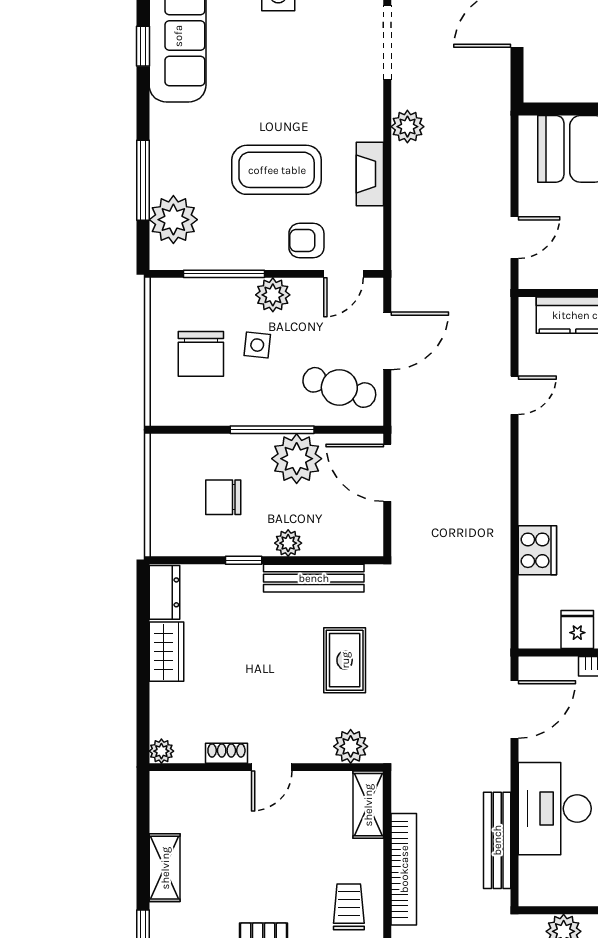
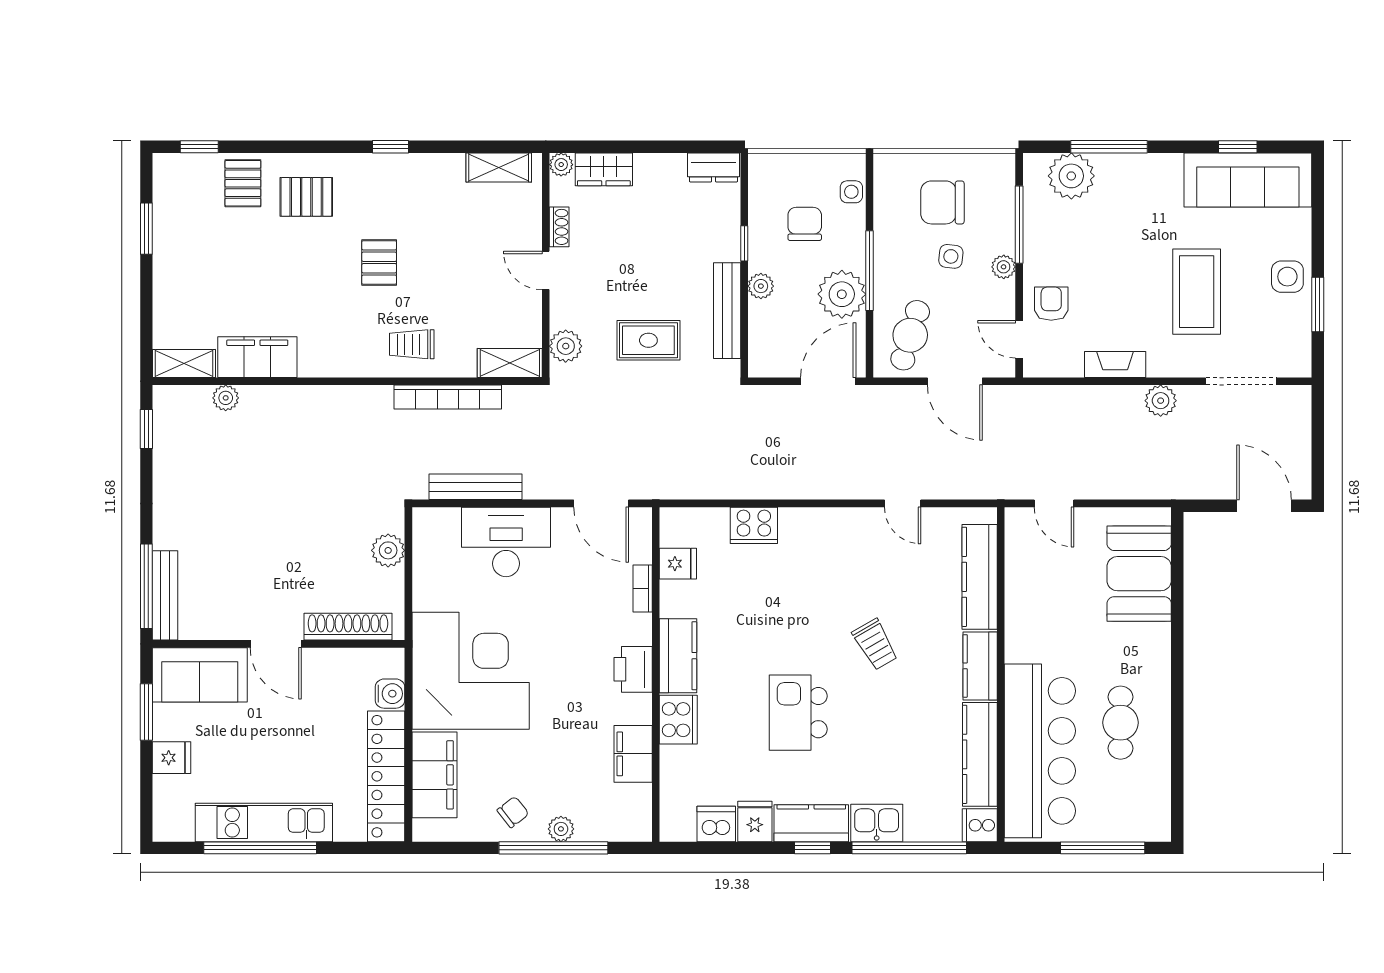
coffee table: (277, 170) -> (1197, 292), moved
plant: (273, 295) -> (1004, 267), width x0.73, depth x0.73
side table: (190, 449) -> (851, 192), added
wardrobe: (166, 652) -> (604, 169), moved
shelving: (165, 868) -> (499, 167), moved
trolley: (349, 907) -> (412, 344), turned 180

